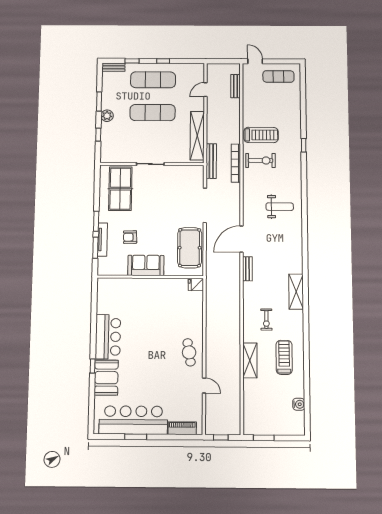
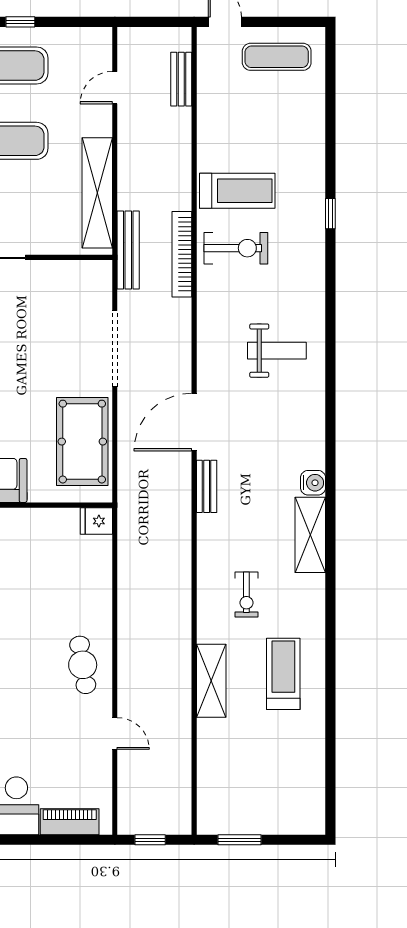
water cooler: (299, 404) -> (313, 483), moved

